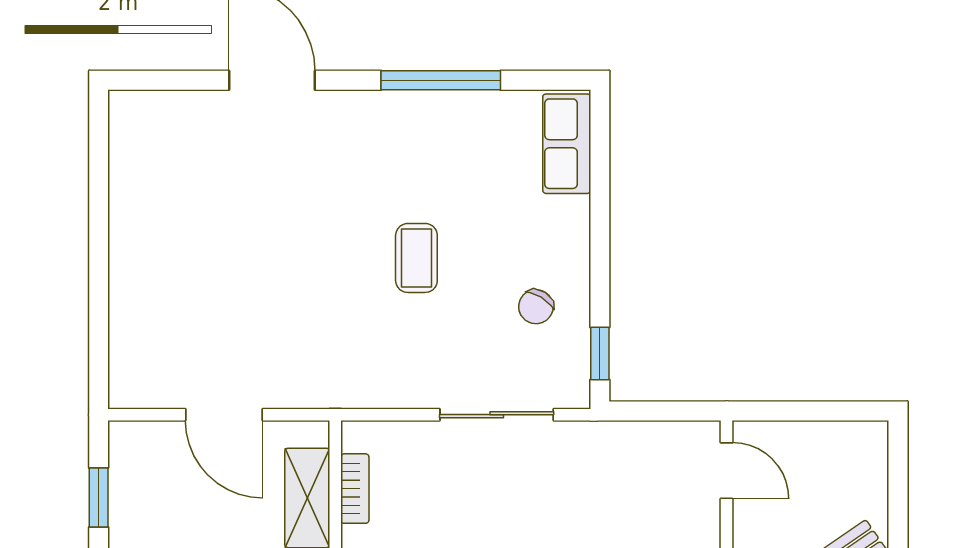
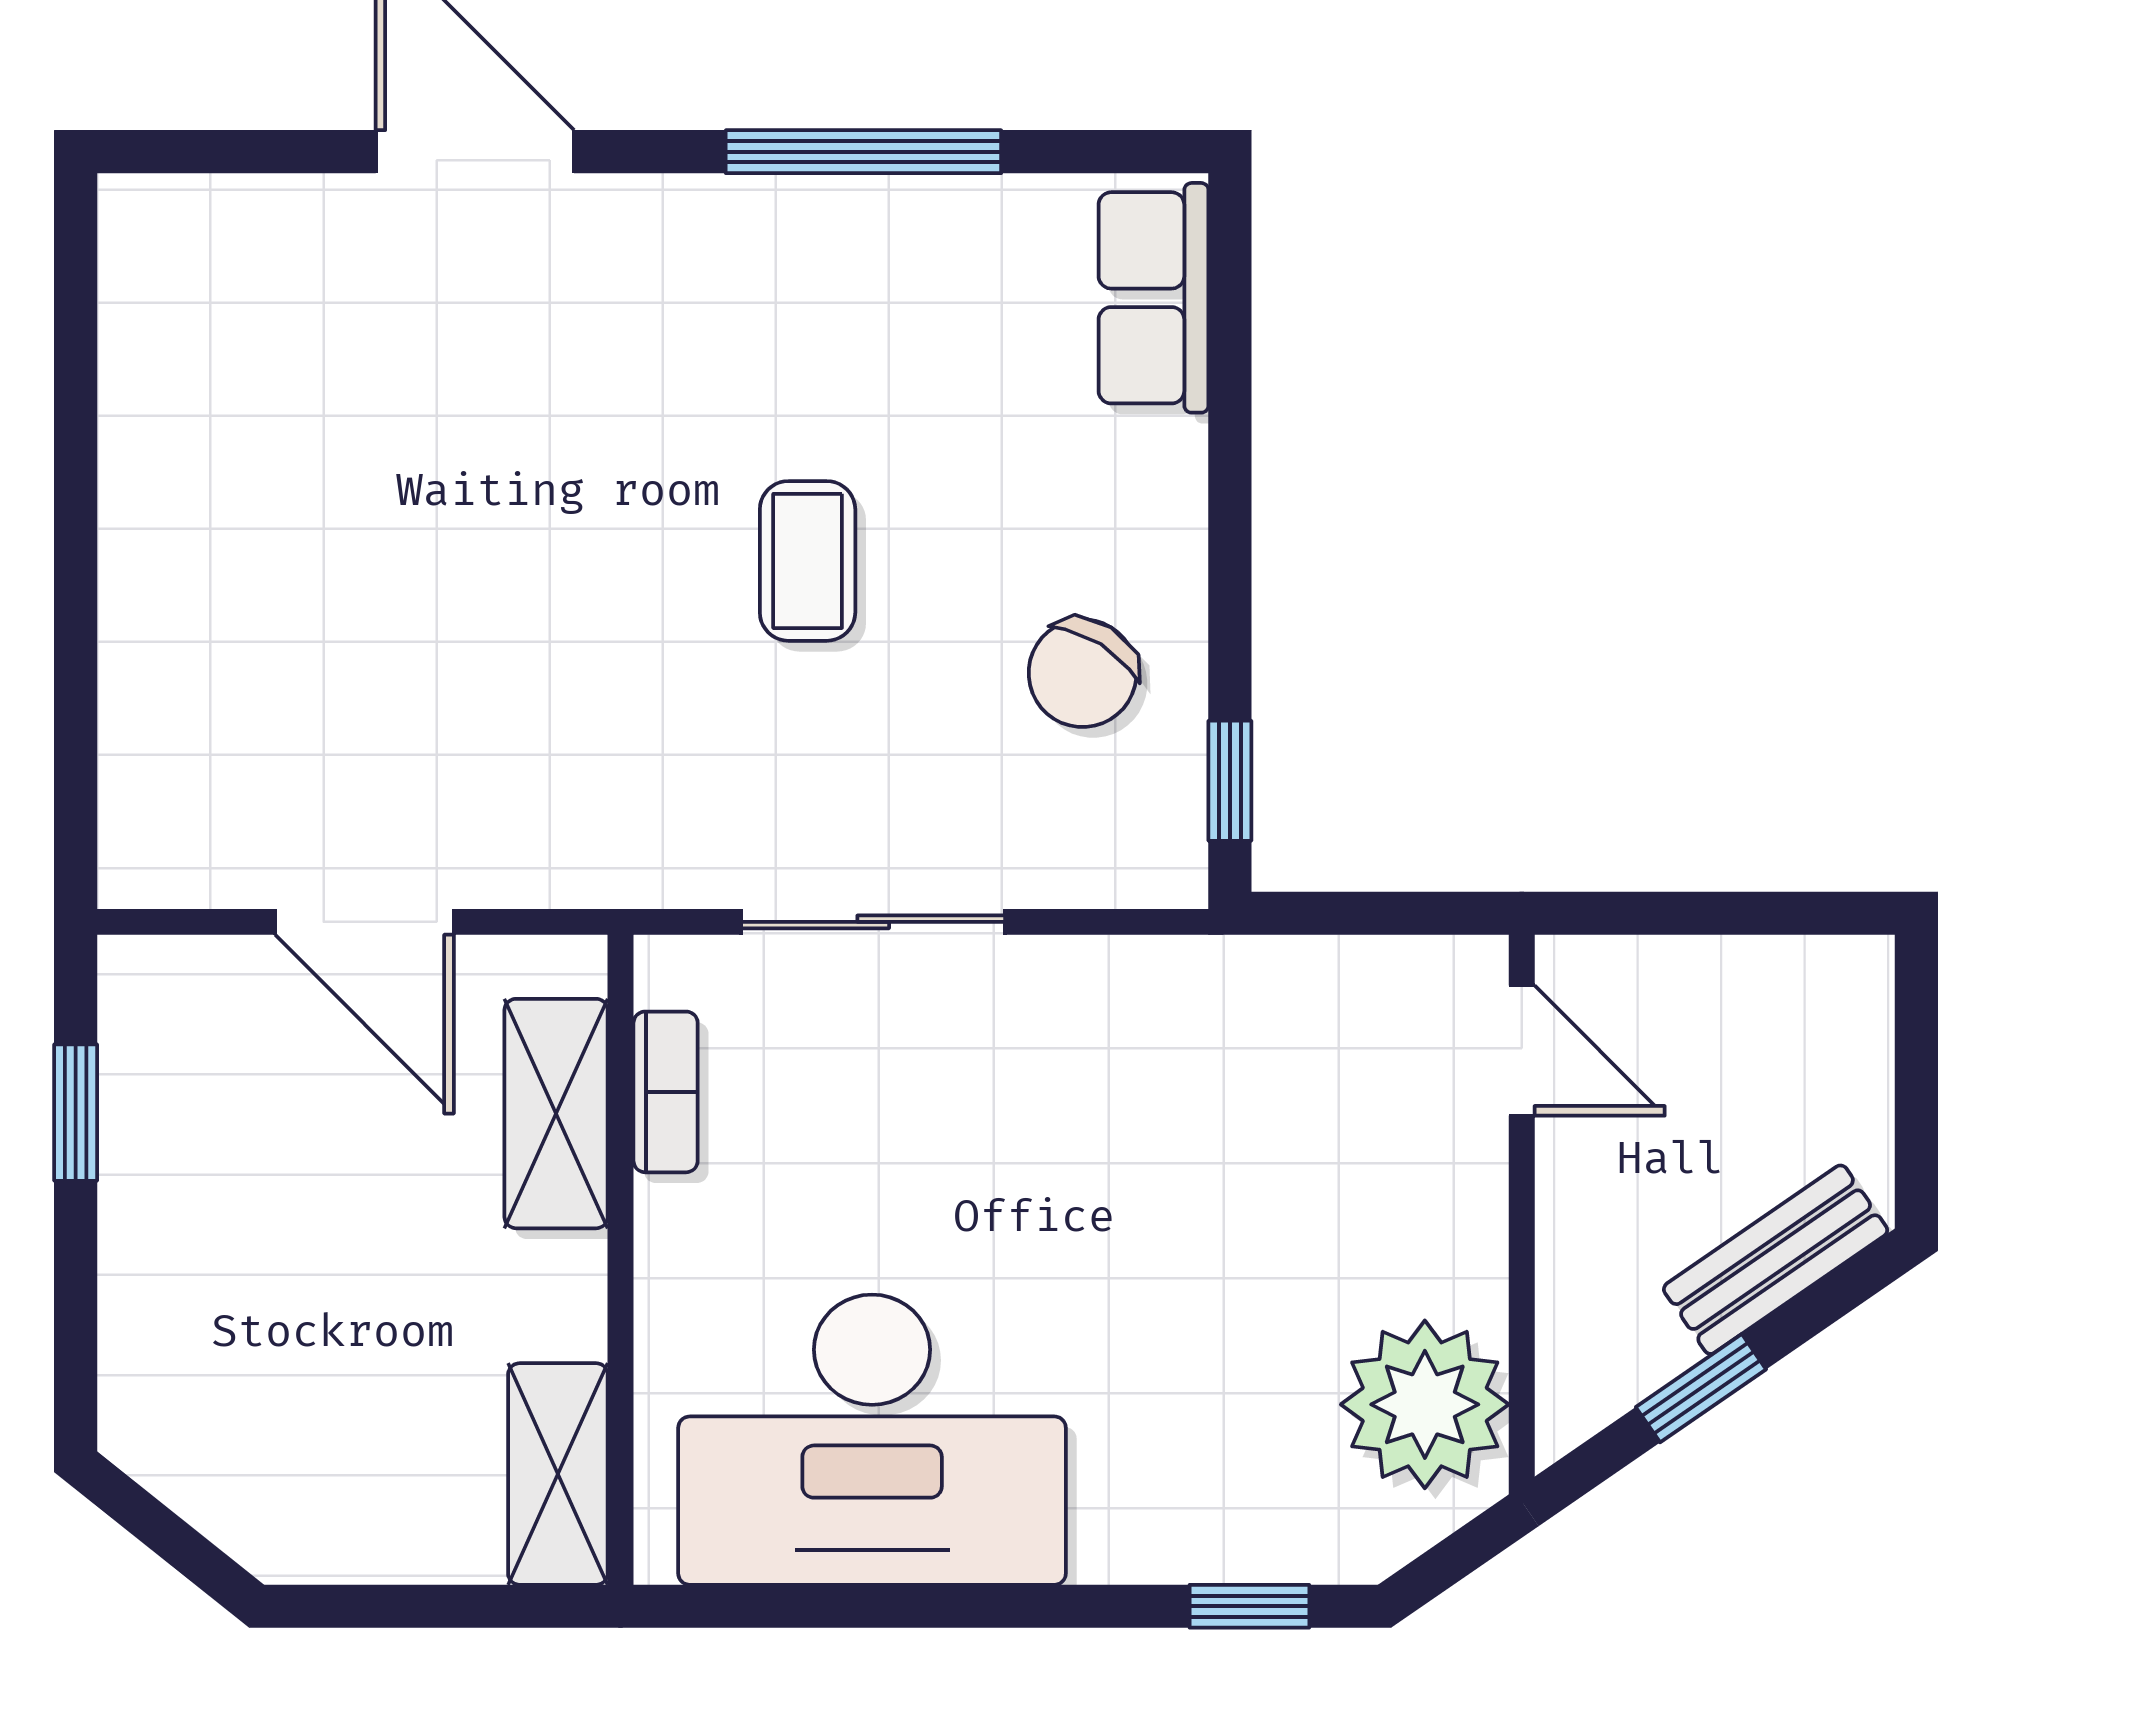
chair: (536, 307) -> (1083, 673), width x1.37, depth x1.37
sliding door: (497, 415) -> (873, 922), moved

